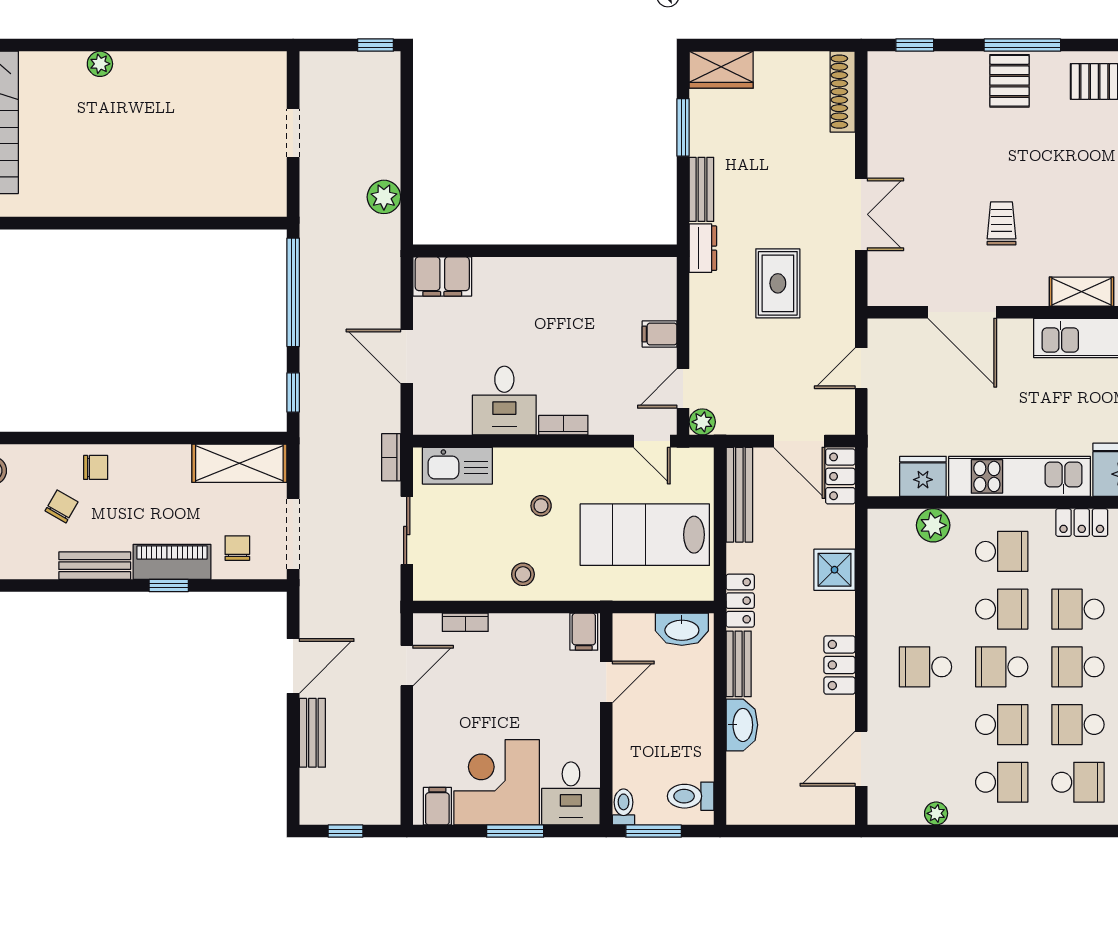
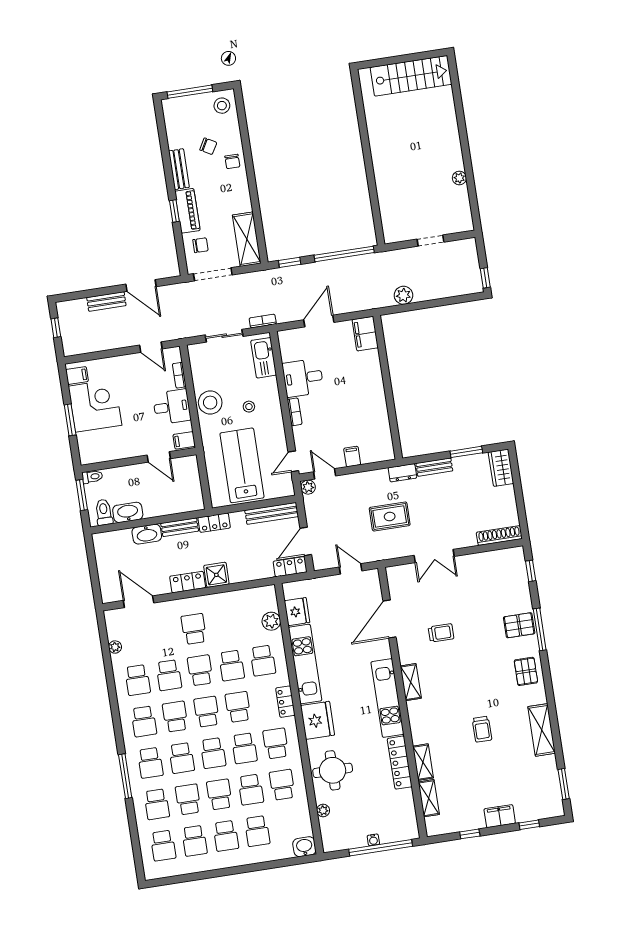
plant: (100, 64) -> (459, 178), moved
shower: (834, 570) -> (216, 575), moved
stool: (523, 574) -> (210, 403), width x1.89, depth x1.89
washbasin: (682, 629) -> (128, 512), moved, turned 90
desk: (571, 793) -> (172, 407), moved, turned 180

